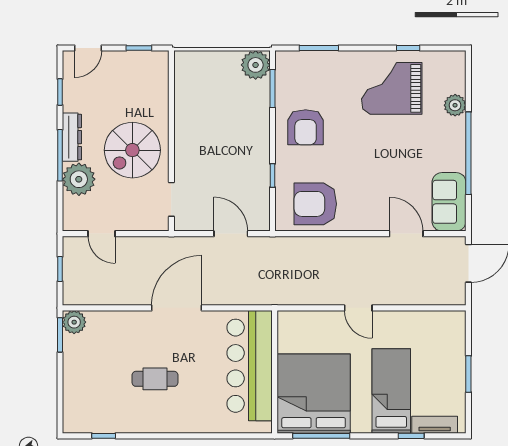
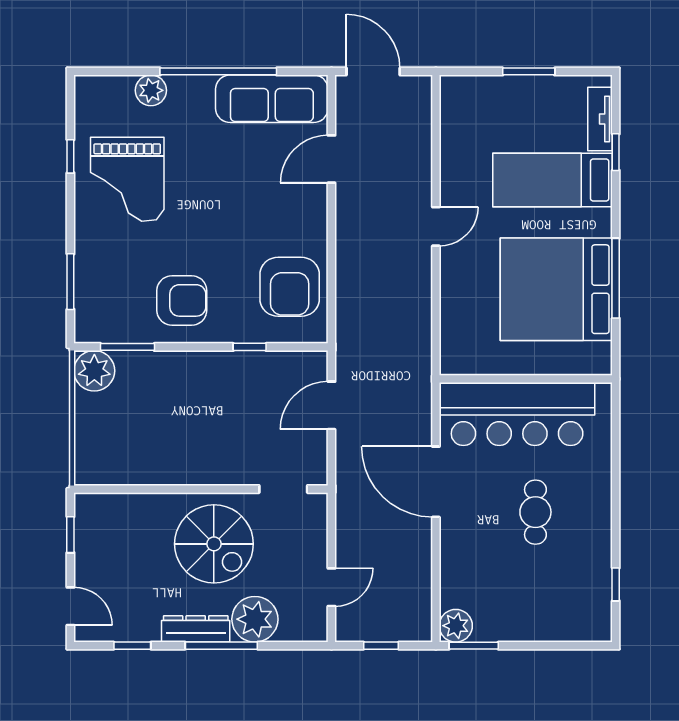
sofa: (449, 202) -> (272, 99), width x1.36
bar counter: (250, 366) -> (517, 414), moved
wall: (275, 372) -> (526, 379), moved

